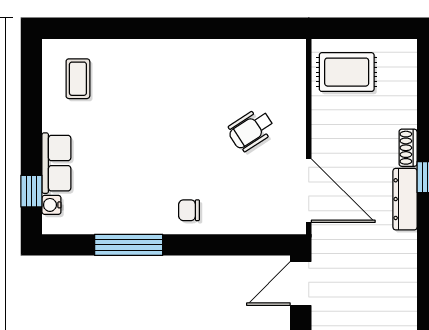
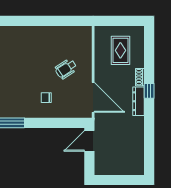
rug: (347, 72) -> (120, 50), moved, turned 90
chair: (189, 210) -> (46, 98), moved

